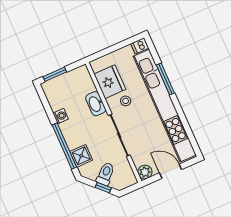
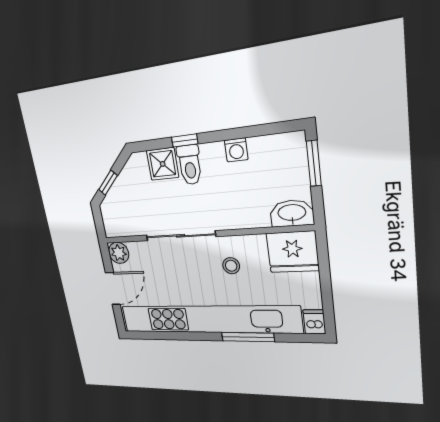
fridge: (110, 82) -> (293, 252), moved
washbasin: (96, 104) -> (292, 213), moved
window: (64, 146) -> (185, 141), width x0.32
toilet: (105, 174) -> (190, 165), moved, turned 45

